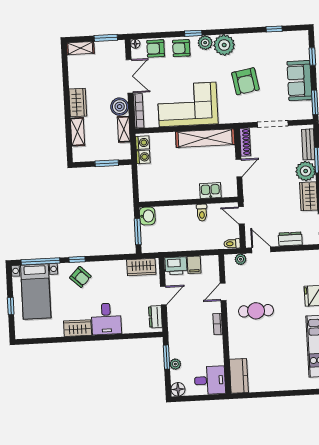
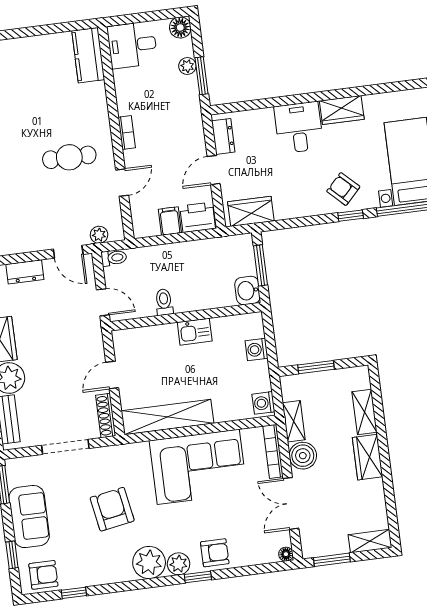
armchair: (156, 48) -> (43, 575), moved
washing machine: (143, 157) -> (257, 349), moved
kitchen sink: (210, 191) -> (195, 332), moved

